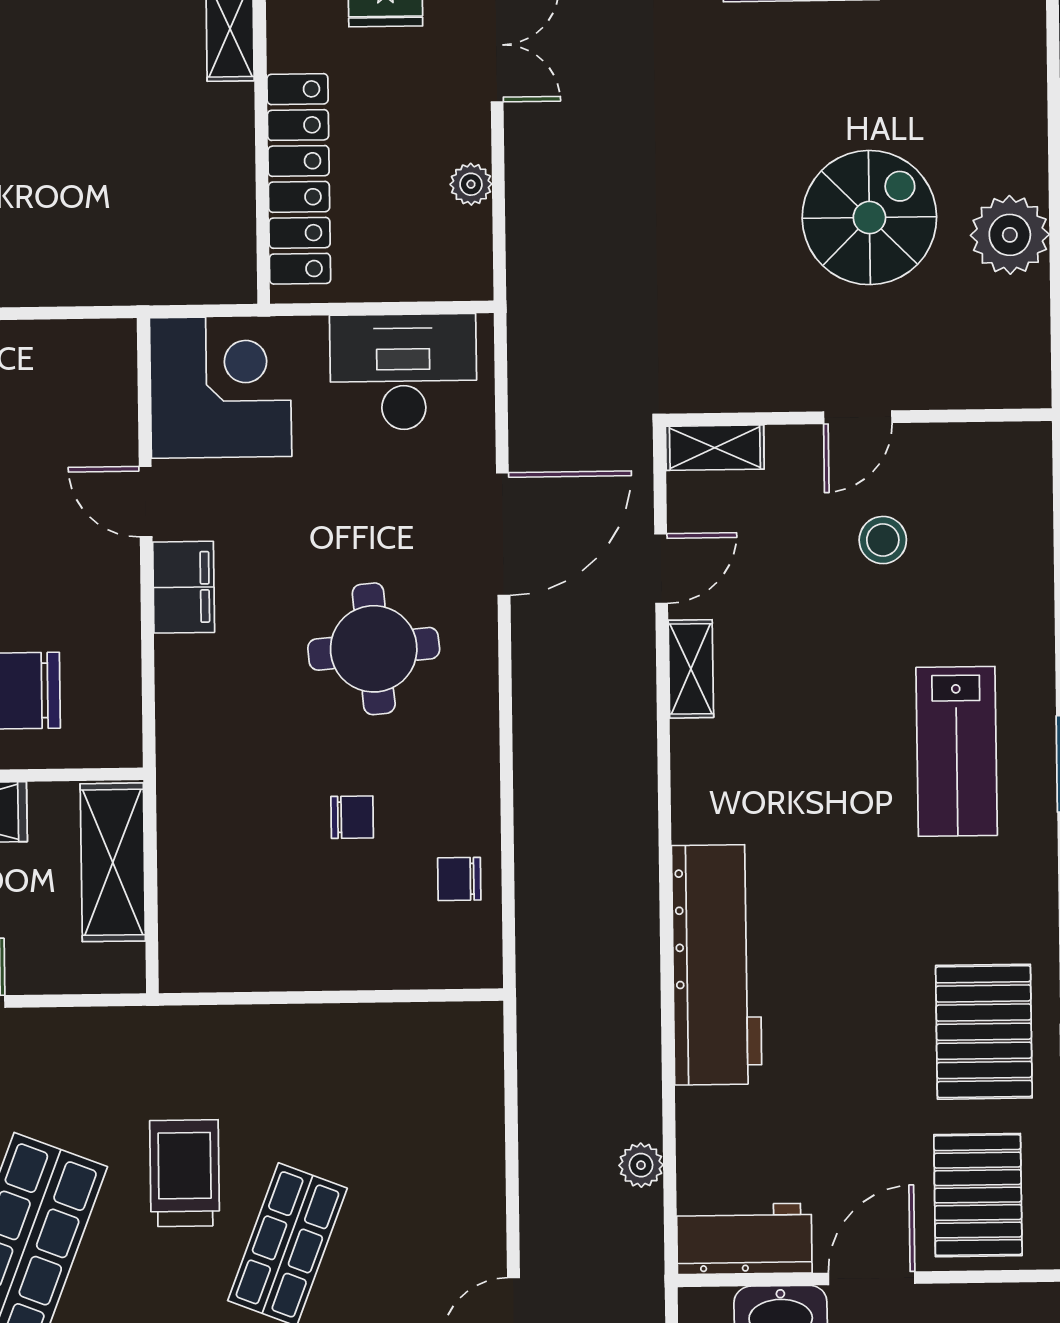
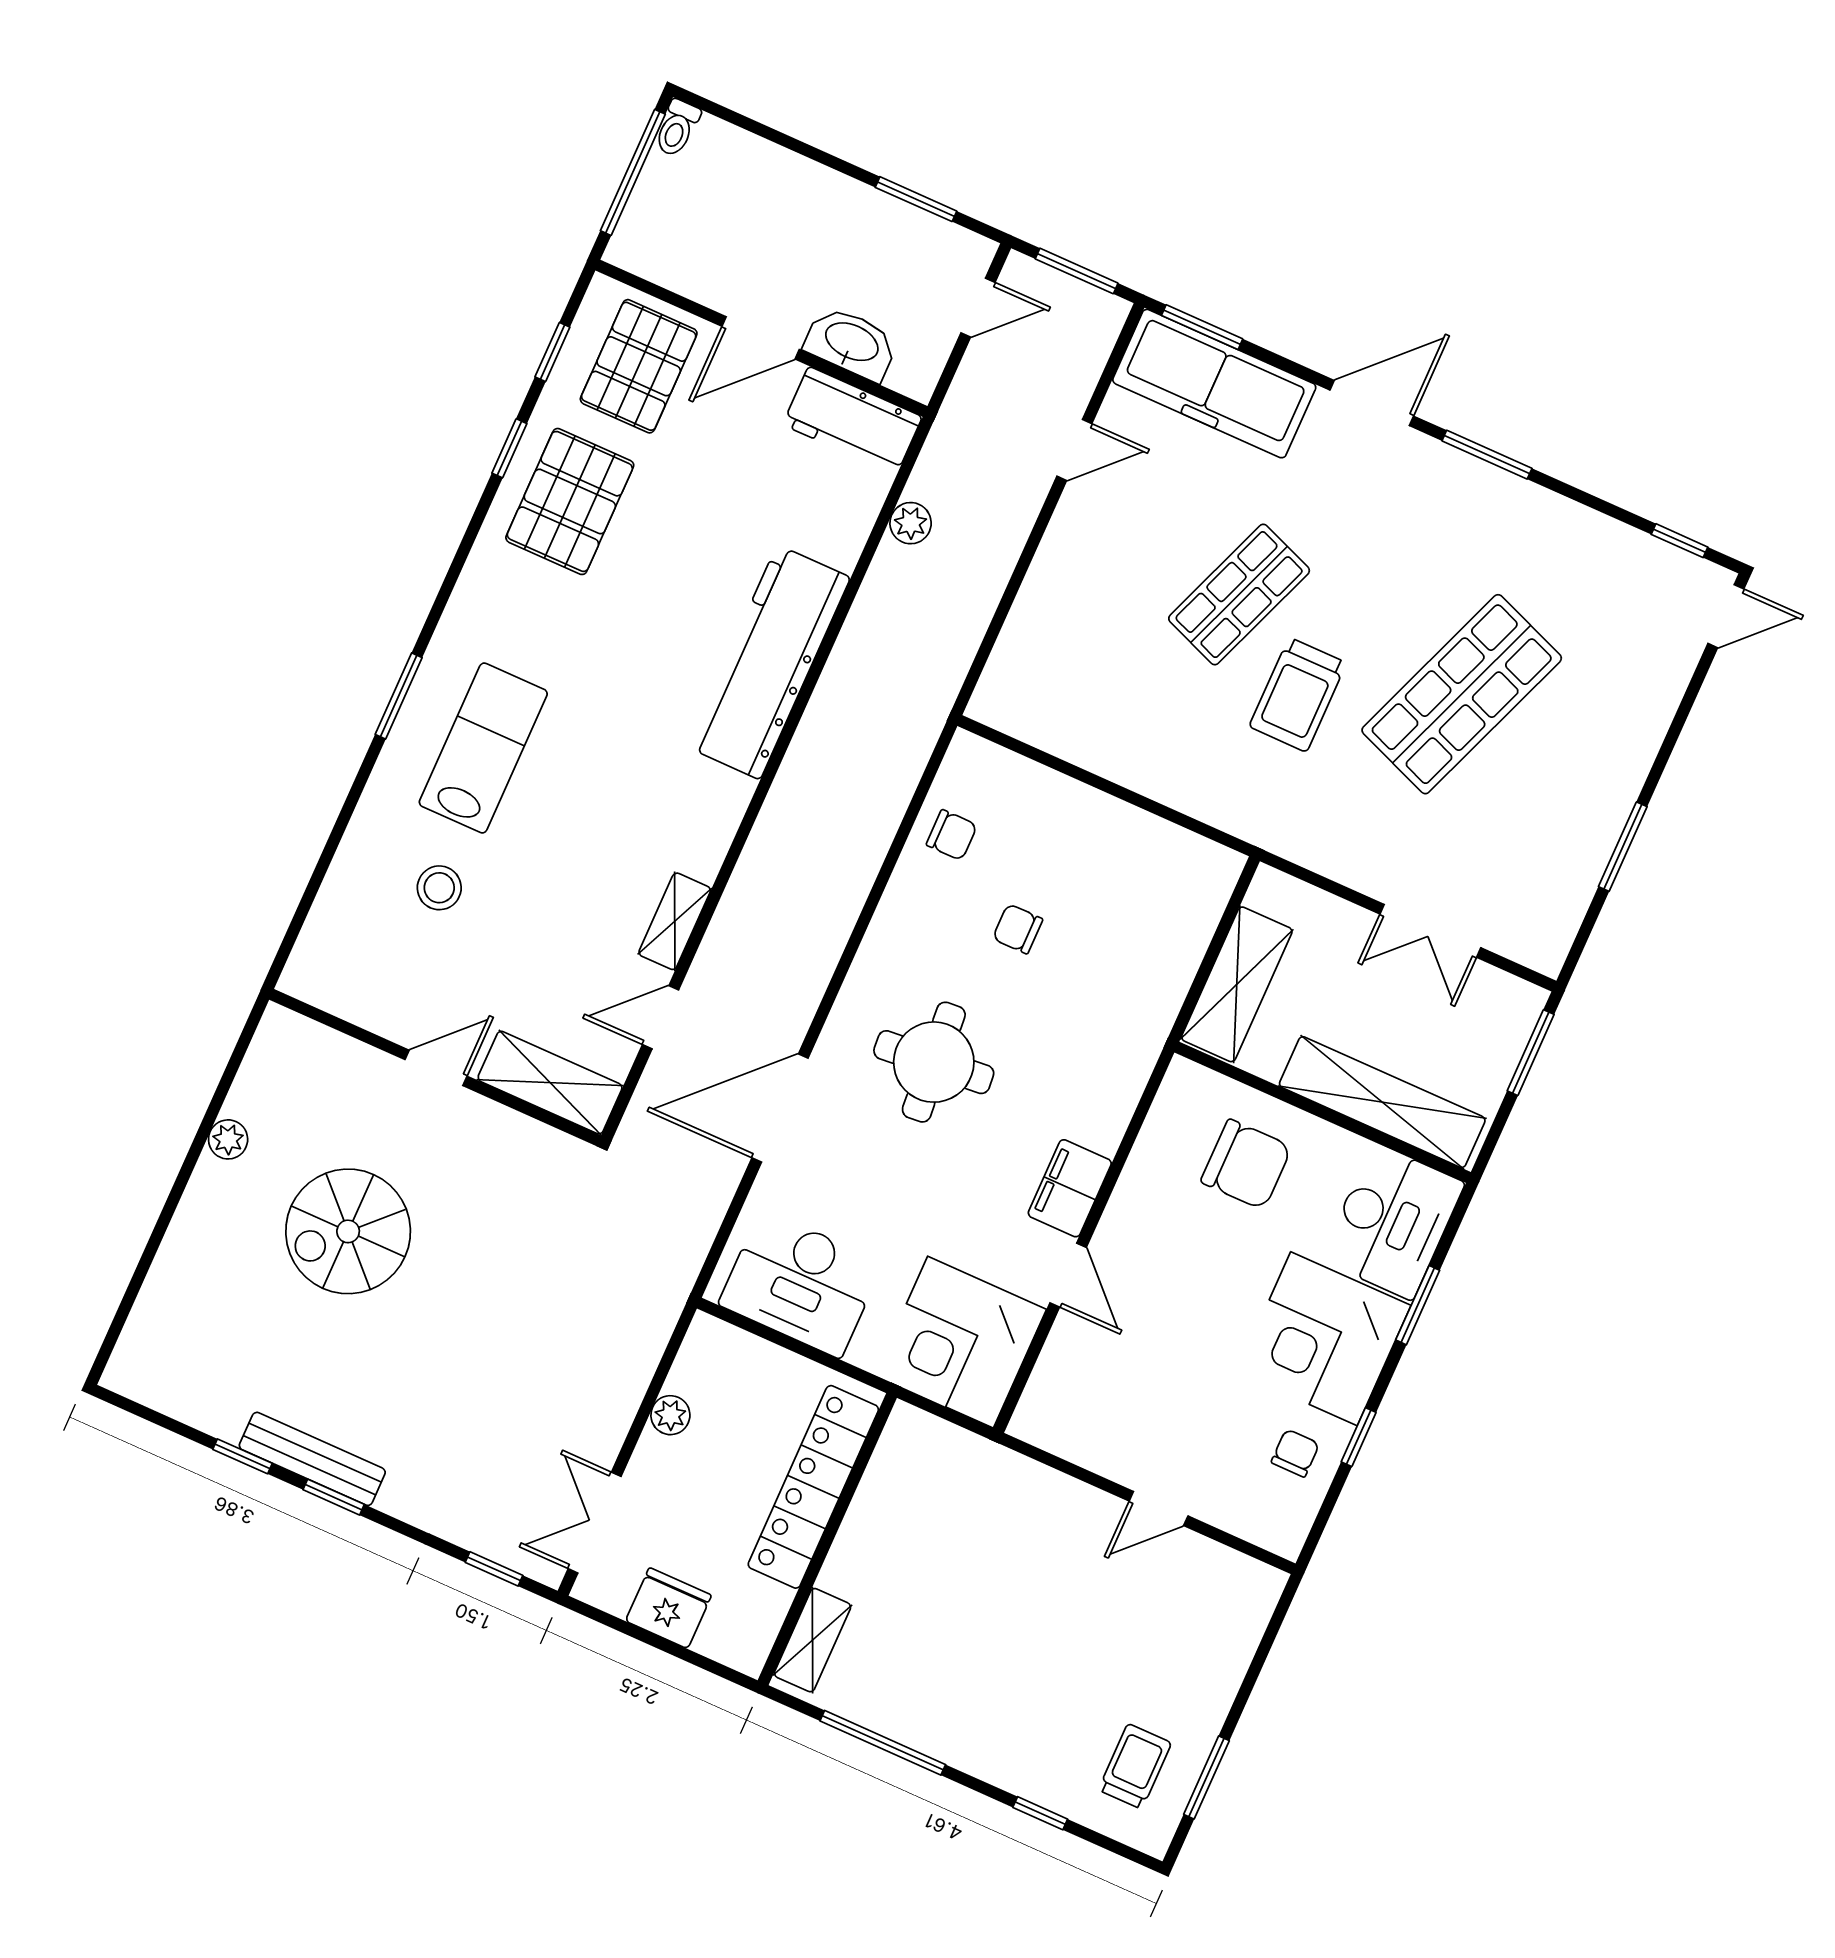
plant: (1010, 235) -> (228, 1139), width x0.53, depth x0.53
shelving: (715, 448) -> (550, 1083), width x1.50, depth x1.33
stool: (883, 540) -> (439, 888), moved

